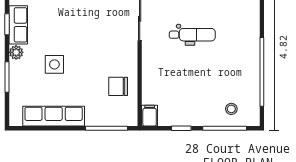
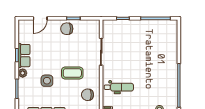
dental chair: (192, 35) -> (119, 87), moved
coffee table: (94, 52) -> (72, 73), added

